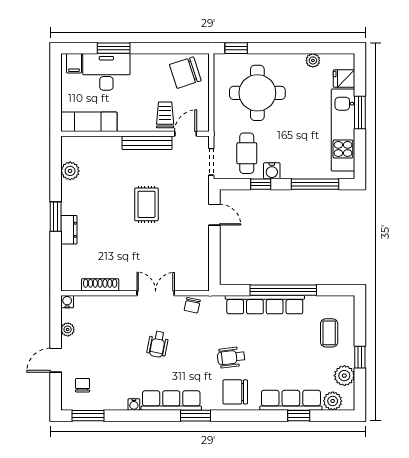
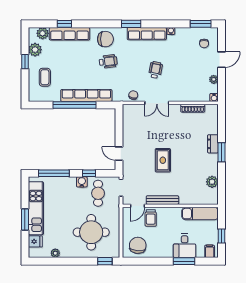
desk: (106, 72) -> (185, 246), width x0.73
chair: (185, 73) -> (138, 245), turned -67
window: (56, 87) -> (221, 236), added

